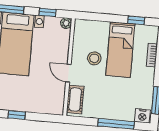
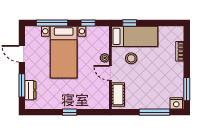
window: (136, 20) -> (130, 23), moved
plant: (66, 23) -> (105, 58), moved
bed: (120, 50) -> (135, 36), moved, turned -90

